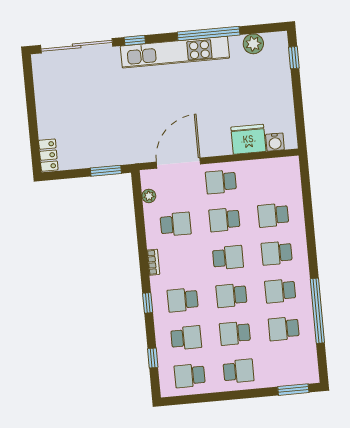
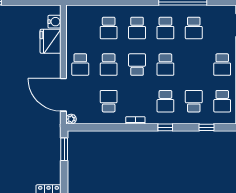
plant: (149, 196) -> (71, 119), moved
school desk: (235, 333) -> (194, 65), removed
school desk: (238, 371) -> (222, 65), turned 180

